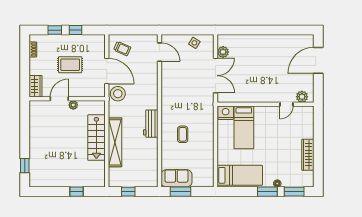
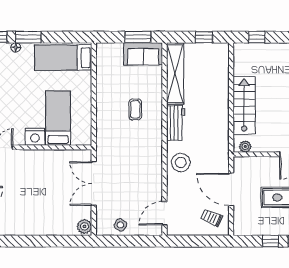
door: (159, 52) -> (165, 213), hinge flipped
plant: (223, 52) -> (84, 226), moved
stool: (118, 94) -> (181, 162), moved
plant: (73, 105) -> (245, 146), moved
nightstand: (226, 113) -> (35, 137), moved
shelving: (115, 142) -> (175, 74), moved
window: (76, 192) -> (257, 37), moved

